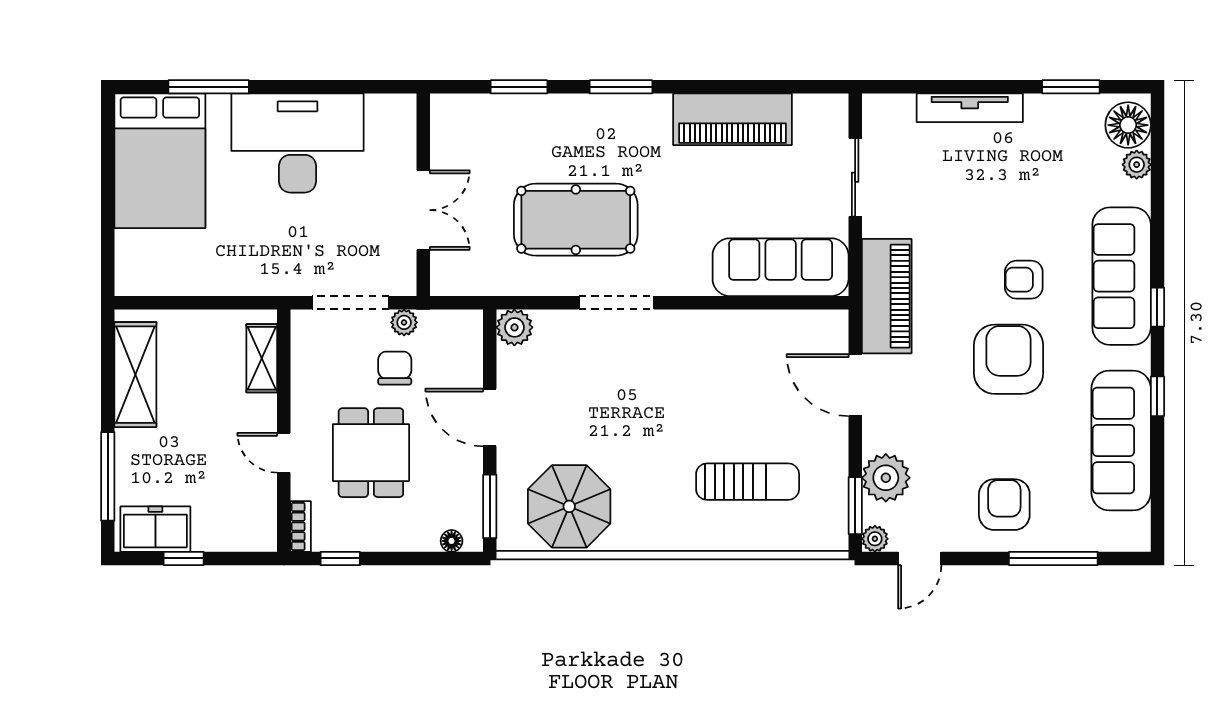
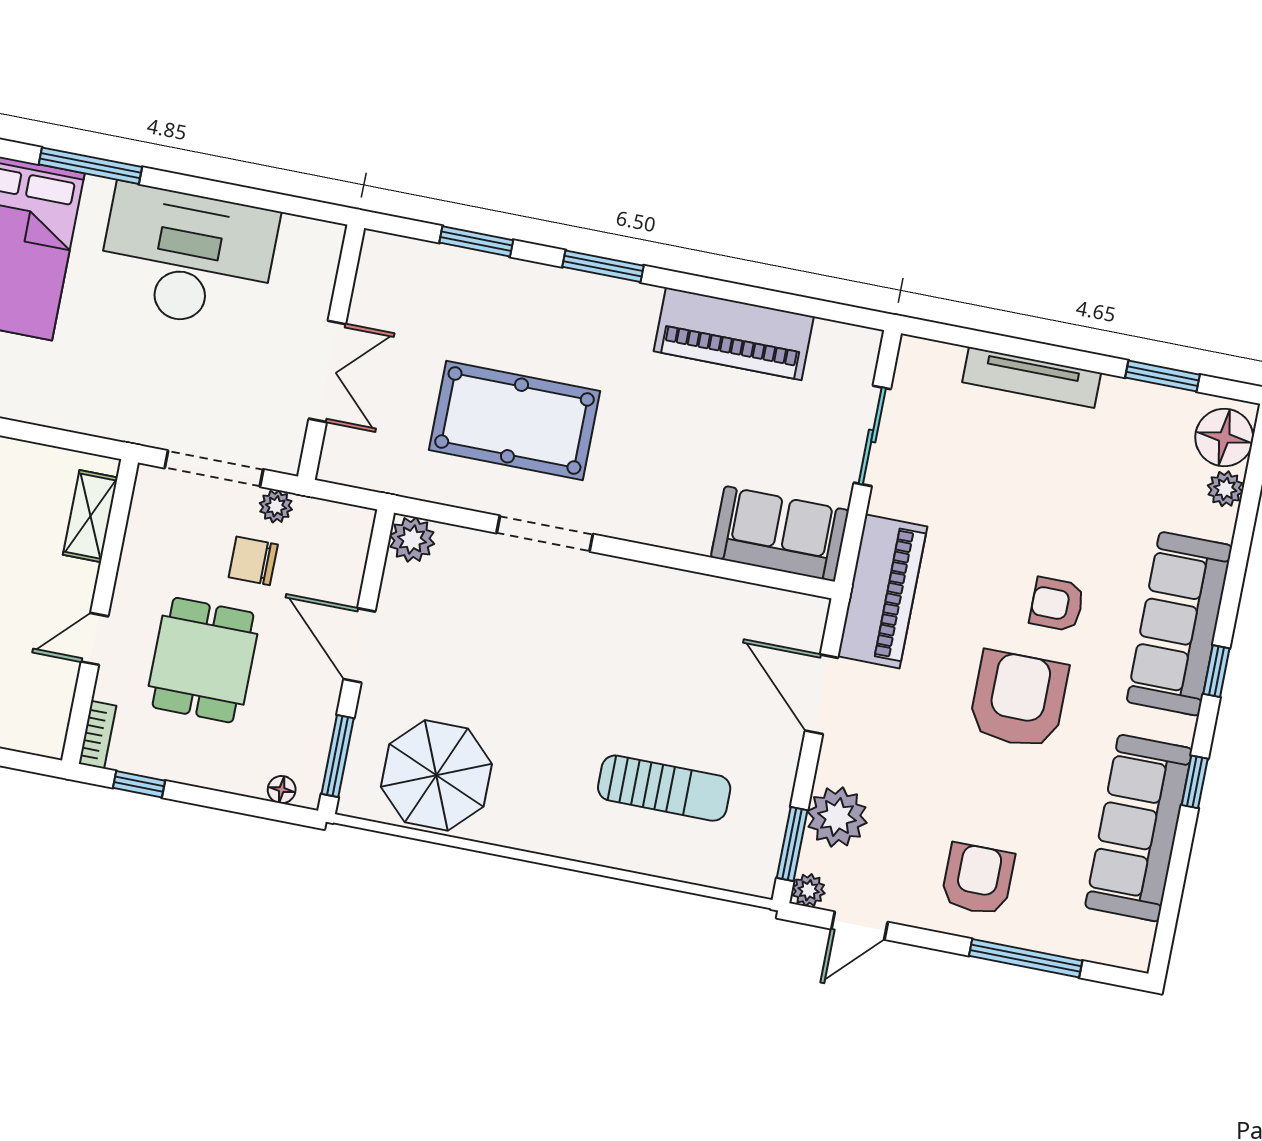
sofa: (781, 267) -> (780, 534), width x0.73
chair: (395, 368) -> (253, 561), turned -90
door: (284, 453) -> (95, 639), hinge flipped

